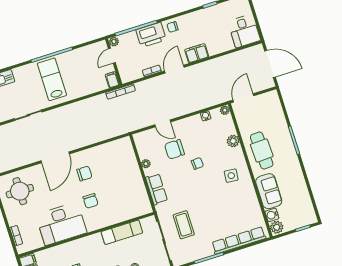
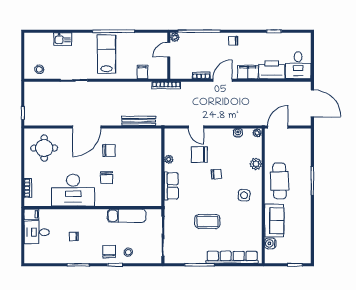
printer: (151, 35) -> (272, 70), moved, turned 180
filing cabinet: (112, 80) -> (142, 72), moved
bench: (104, 135) -> (139, 121), added
coffee table: (184, 225) -> (207, 221), moved, turned 90
plant: (277, 227) -> (271, 256), removed

